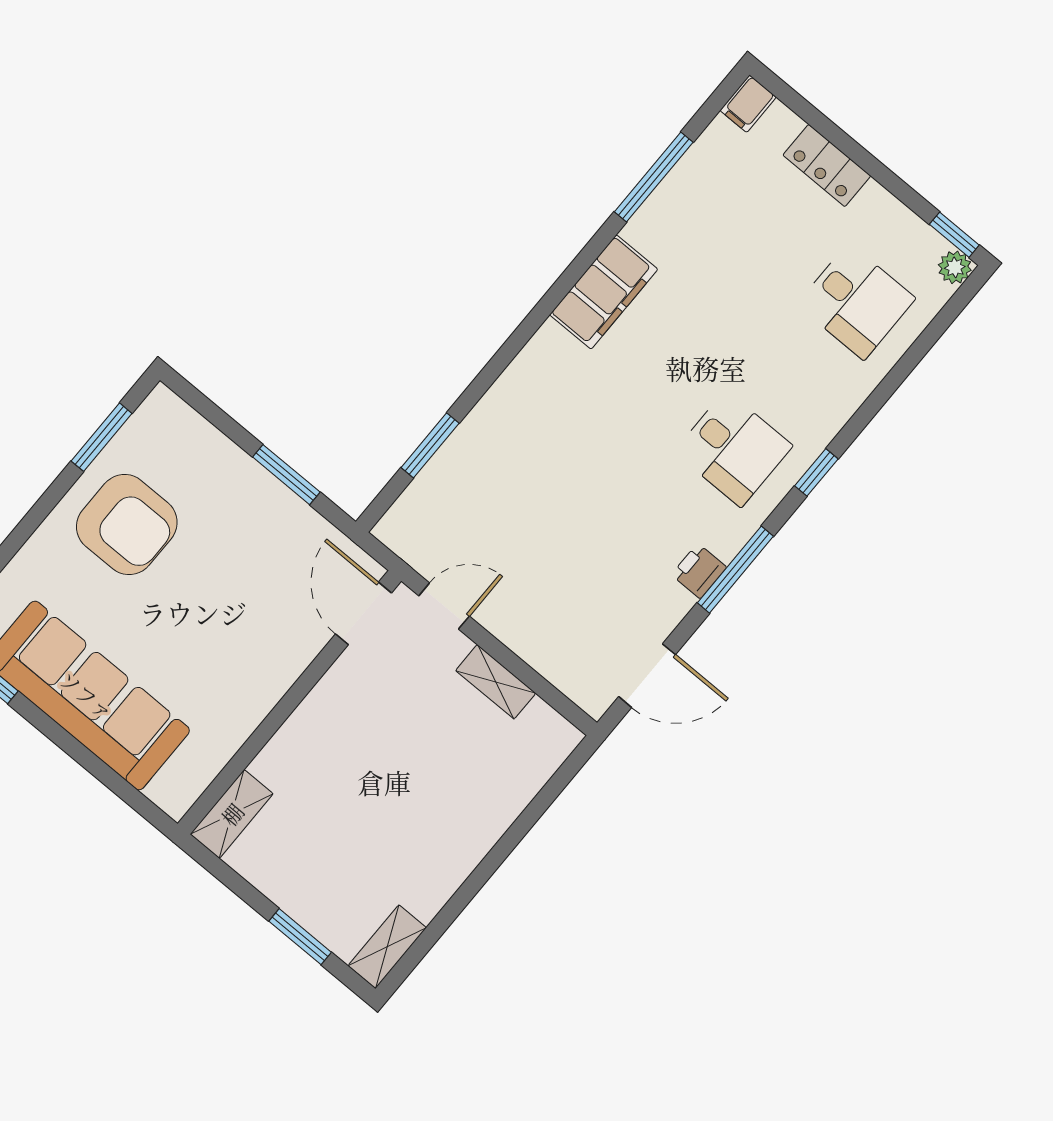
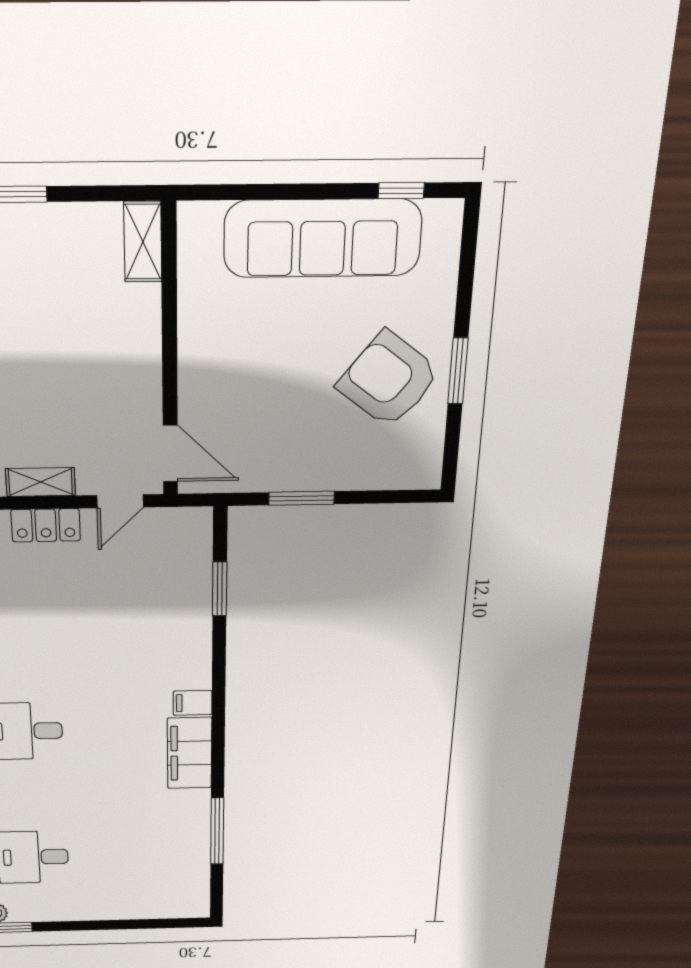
filing cabinet: (748, 104) -> (193, 703), moved, turned -90
locker: (827, 166) -> (46, 525), moved, turned 180
window: (102, 437) -> (458, 371), moved
armchair: (127, 525) -> (389, 380), turned 38

